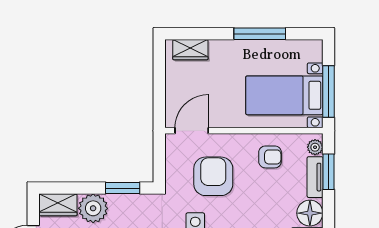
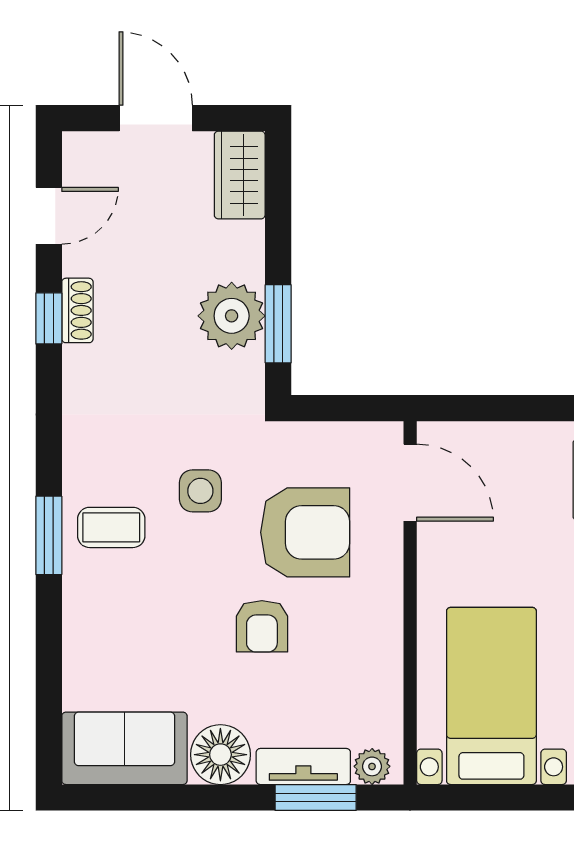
window: (329, 91) -> (500, 798), removed
armchair: (270, 157) -> (262, 626), moved
plant: (93, 208) -> (232, 316), moved

